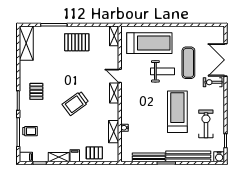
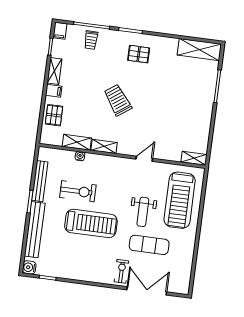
pallet: (77, 42) -> (192, 112), removed
shelving: (114, 93) -> (104, 146), moved
exercise bike: (206, 124) -> (78, 191), moved

